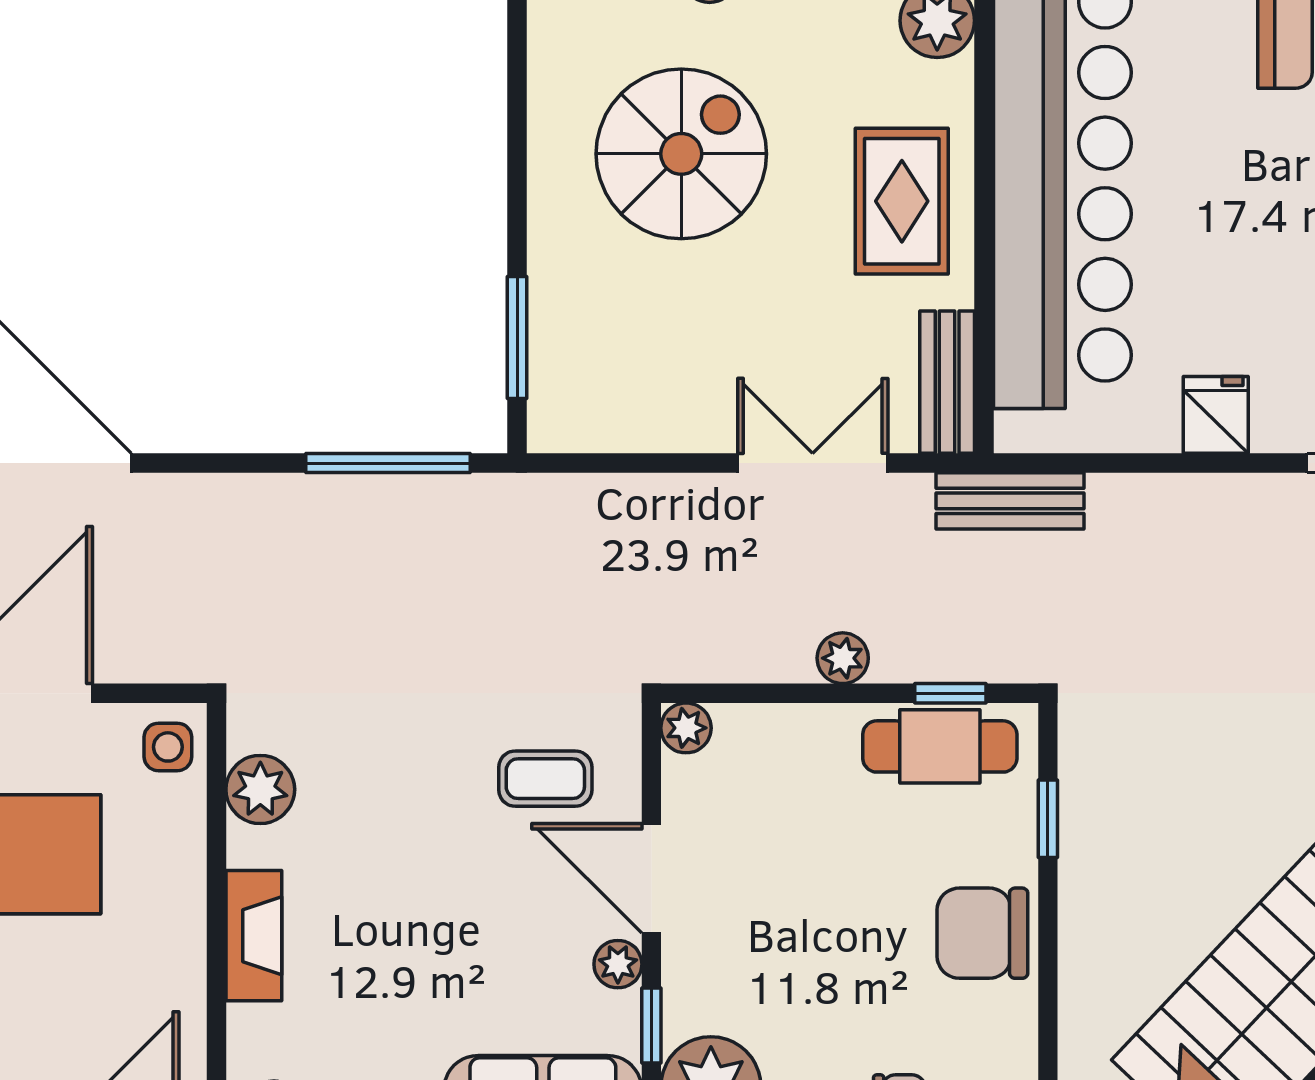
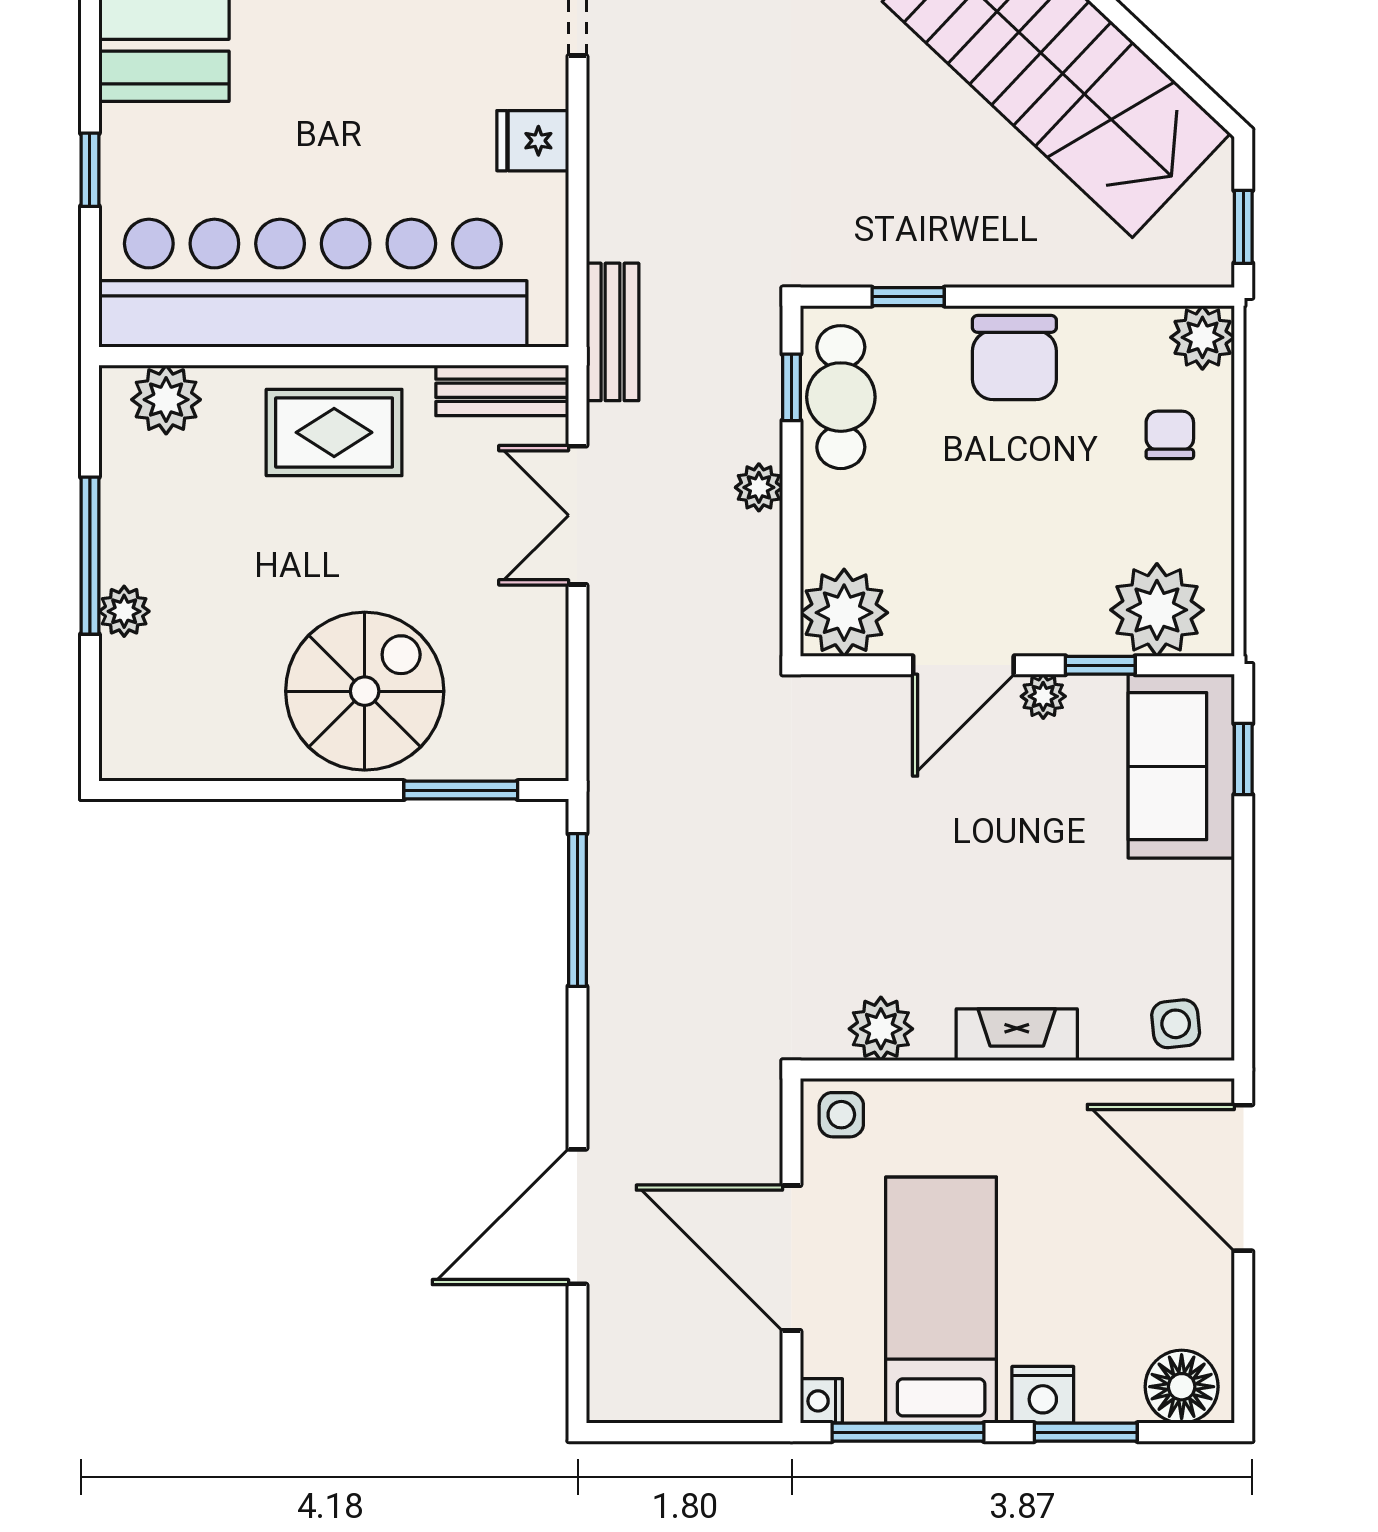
spiral stairs: (681, 154) -> (365, 691), moved, turned 90
plant: (686, 728) -> (844, 613), width x1.87, depth x1.87
coffee table: (545, 779) -> (871, 764), removed

